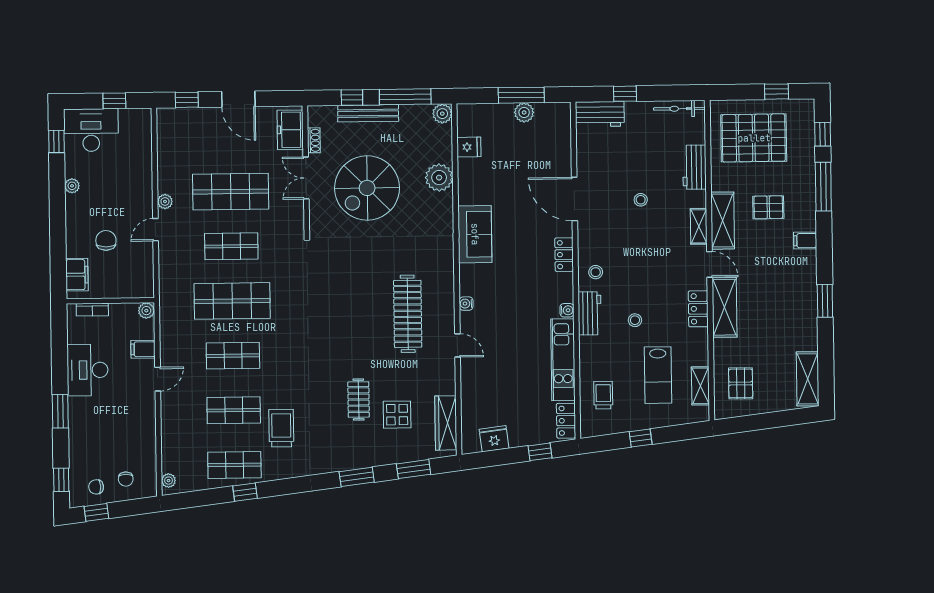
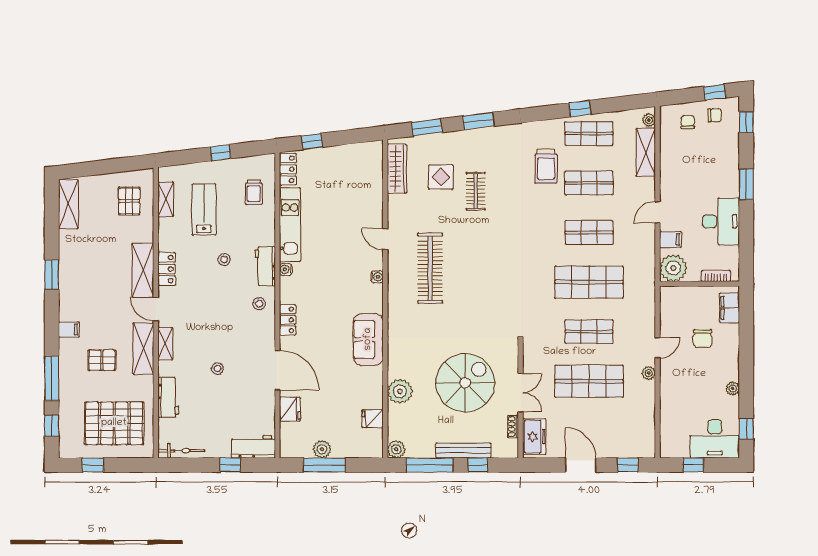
plant: (146, 311) -> (673, 268), width x1.87, depth x1.87
fridge: (494, 439) -> (290, 409), moved, turned -83
shelving: (172, 445) -> (646, 152), added

